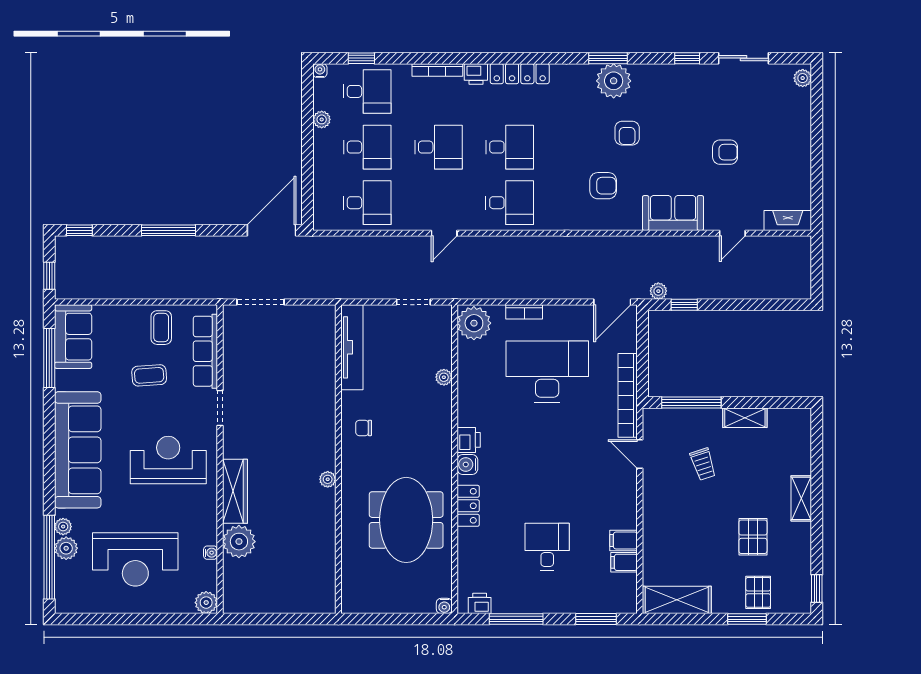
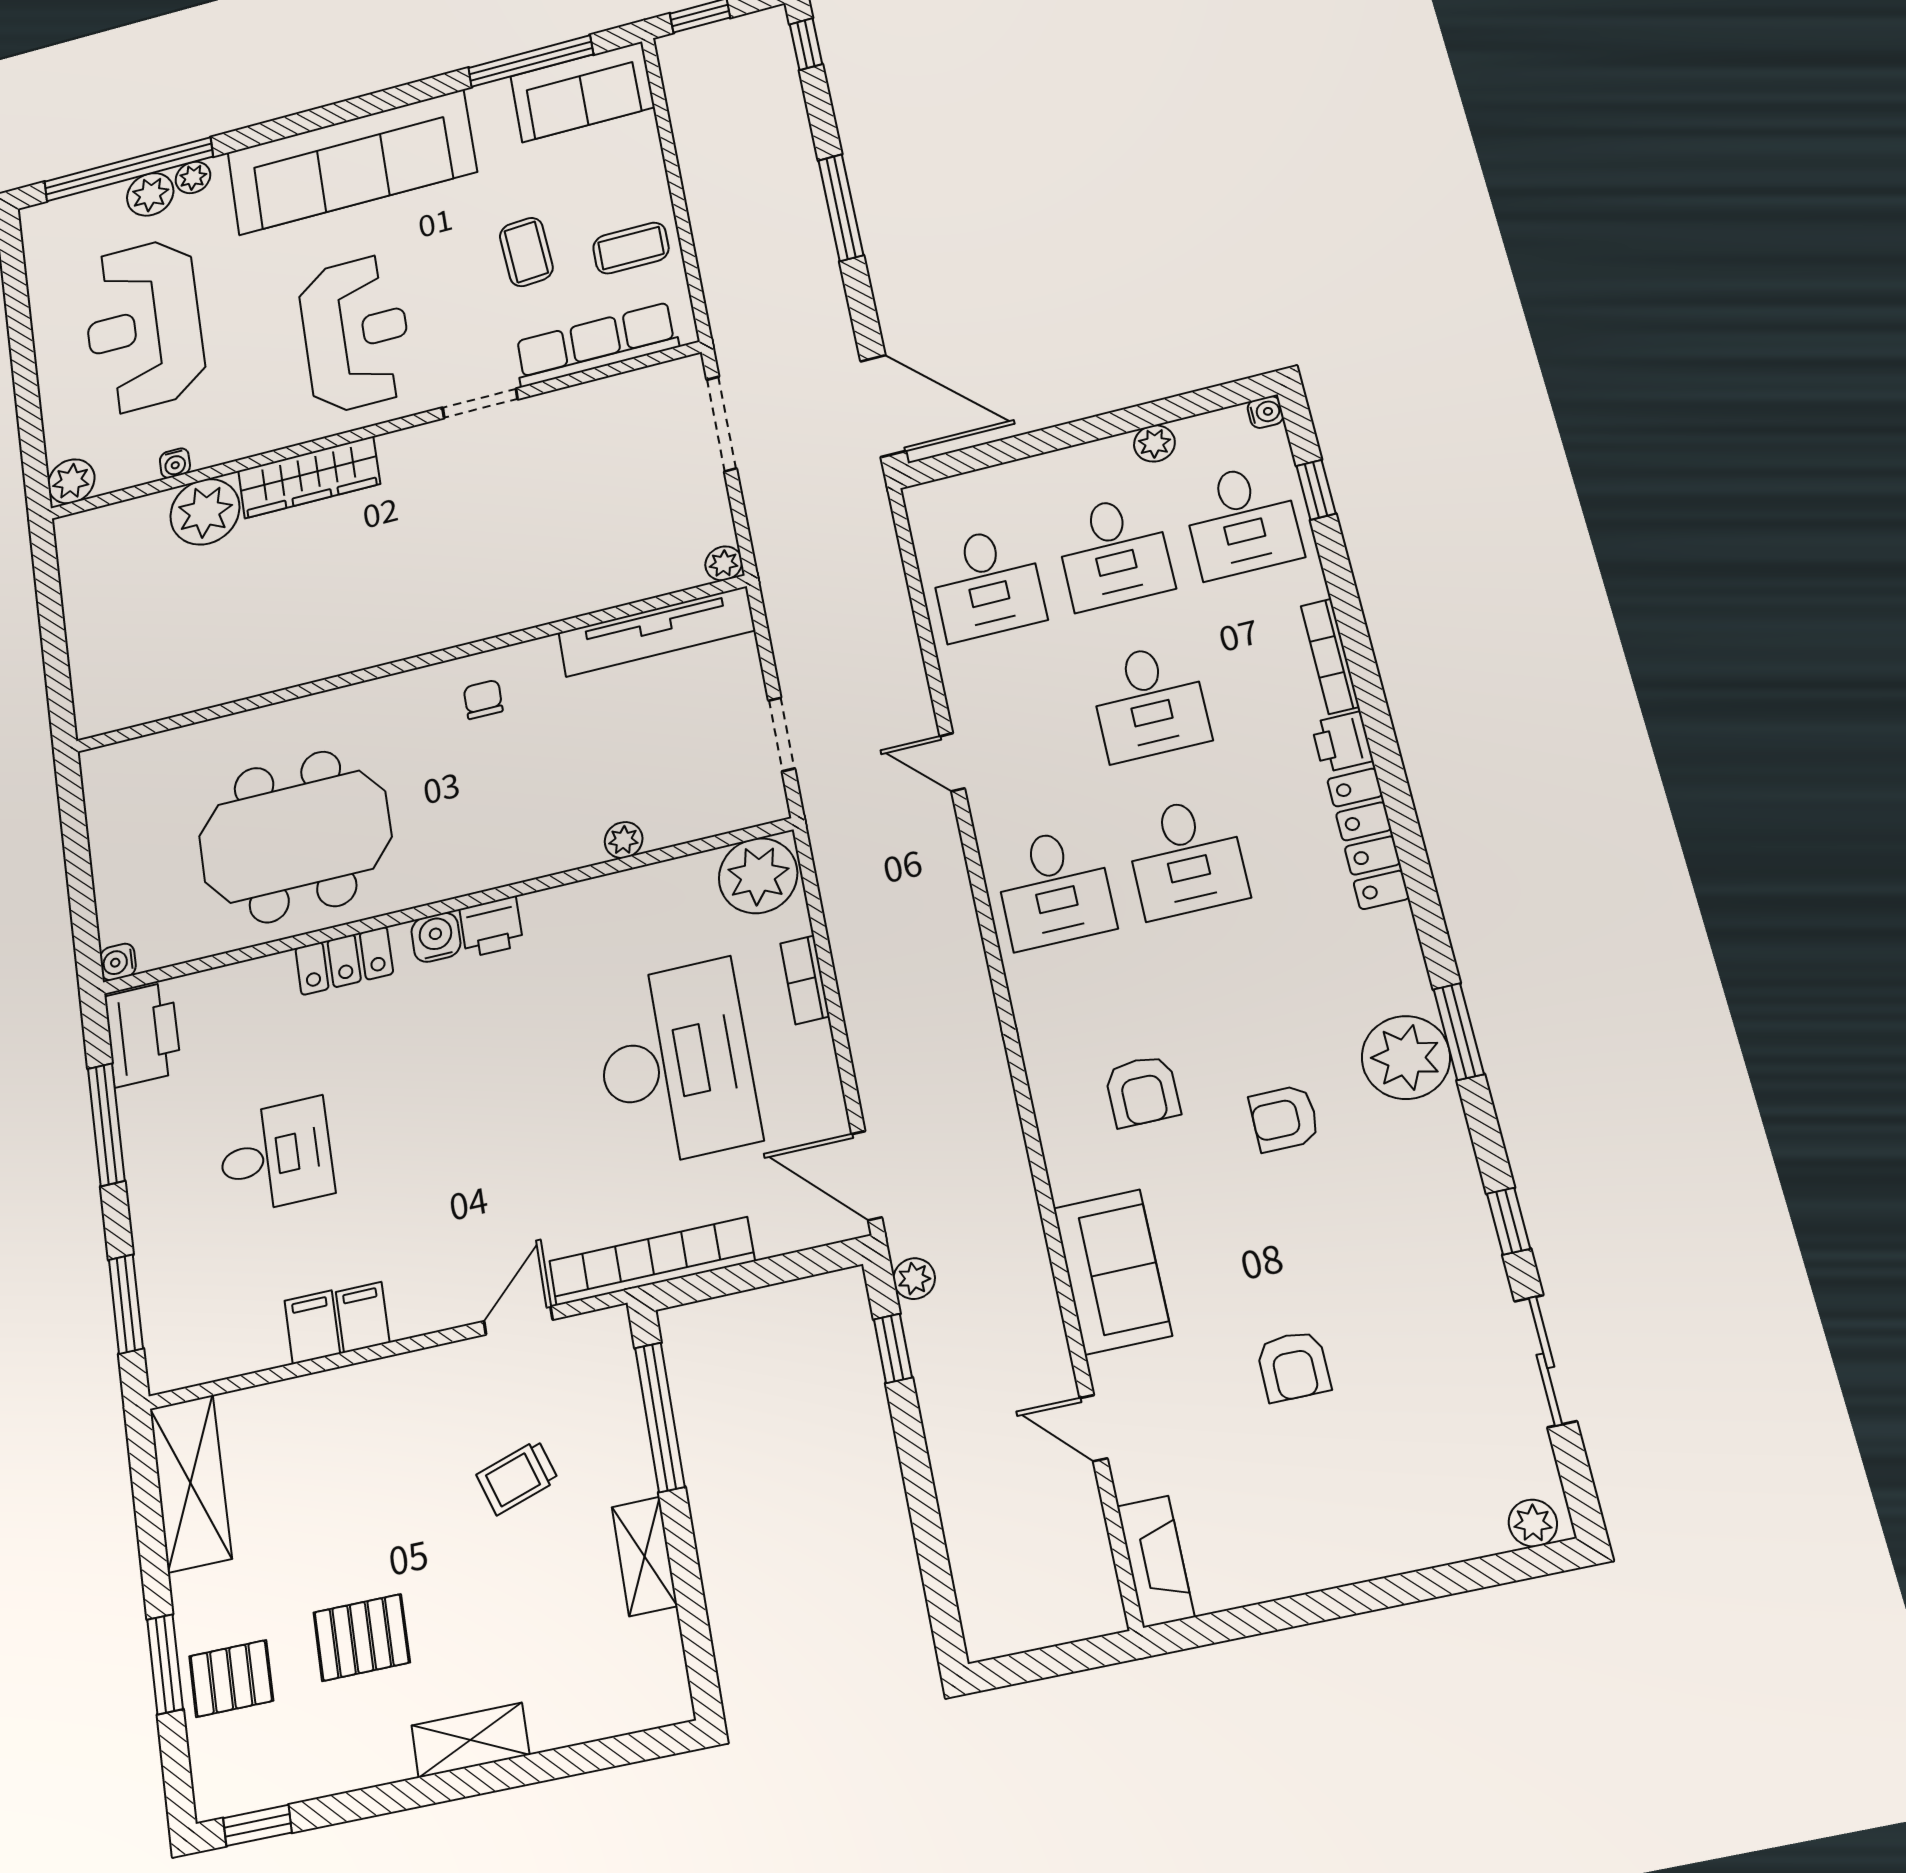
plant: (328, 479) -> (724, 563), moved
filing cabinet: (624, 562) -> (363, 1317), moved
printer: (480, 603) -> (143, 1034), width x1.87, depth x1.48

